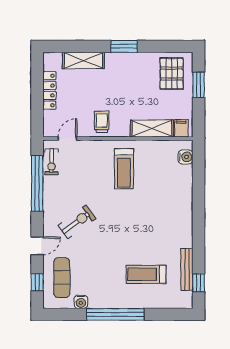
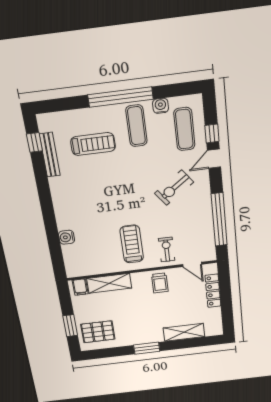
pallet: (172, 74) -> (98, 332), turned 90
locker: (49, 90) -> (213, 291), moved
door: (68, 139) -> (192, 264), hinge flipped
water cooler: (186, 157) -> (67, 237), moved
exercise bike: (52, 162) -> (167, 249), moved
window: (37, 282) -> (212, 134), moved
exercise mat: (105, 286) -> (136, 126), added

